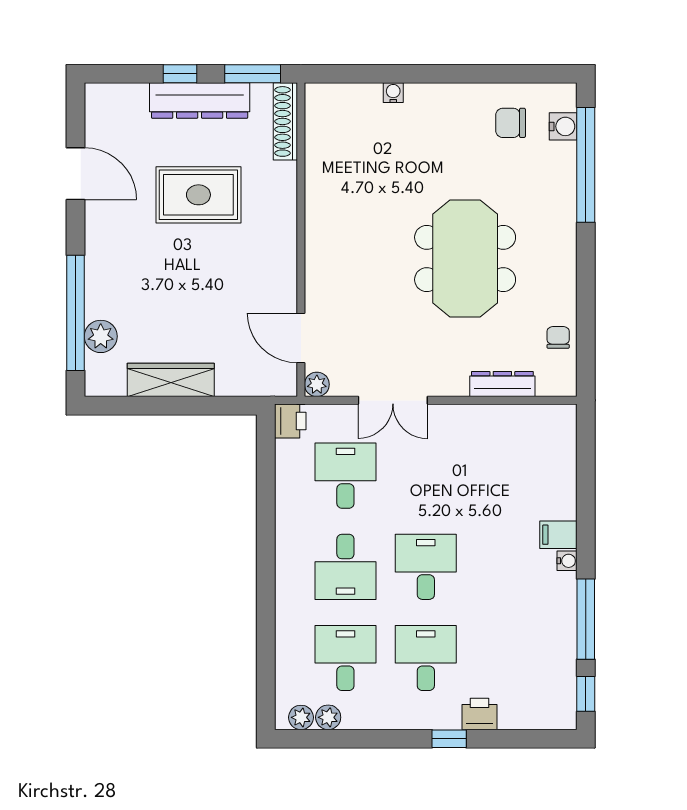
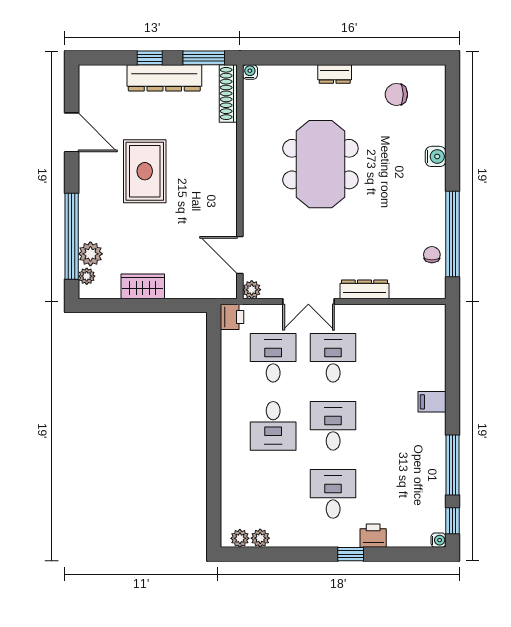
water cooler: (393, 93) -> (250, 72), moved
dresser: (428, 95) -> (335, 74), added
water cooler: (563, 126) -> (436, 156), moved
window: (586, 165) -> (452, 234), moved
rug: (198, 195) -> (145, 171), moved, turned 90
meeting table: (465, 258) -> (320, 164), moved
plant: (96, 366) -> (87, 276), added
wardrobe: (171, 380) -> (143, 286), width x0.67
dresser: (502, 384) -> (365, 289), moved
water cooler: (567, 561) -> (438, 540), moved
desk: (345, 658) -> (333, 358), moved

